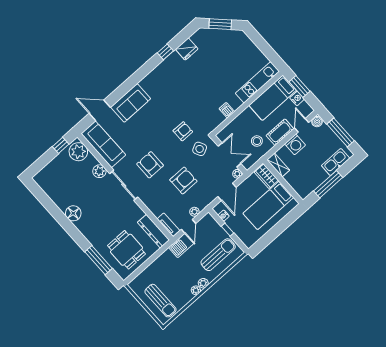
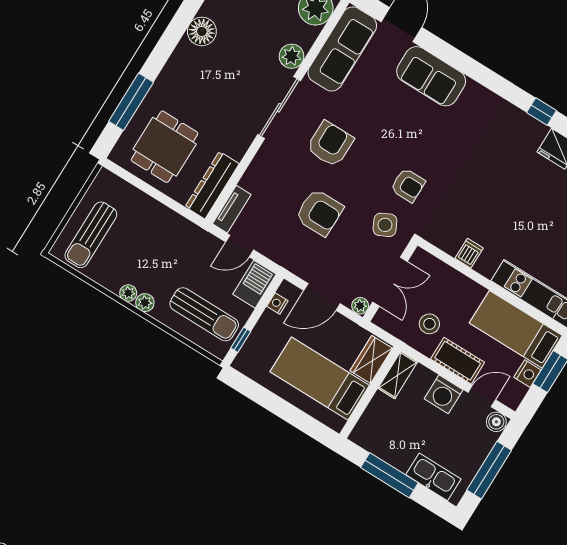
plant: (194, 212) -> (269, 249), removed
window: (227, 230) -> (241, 340), moved
barbecue: (181, 245) -> (255, 284), moved, turned 90

